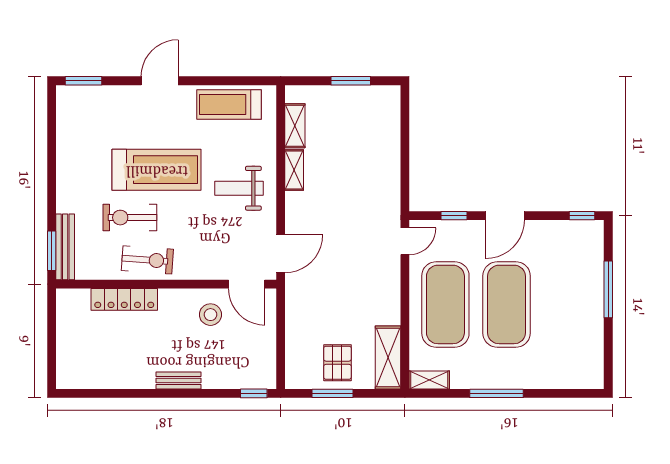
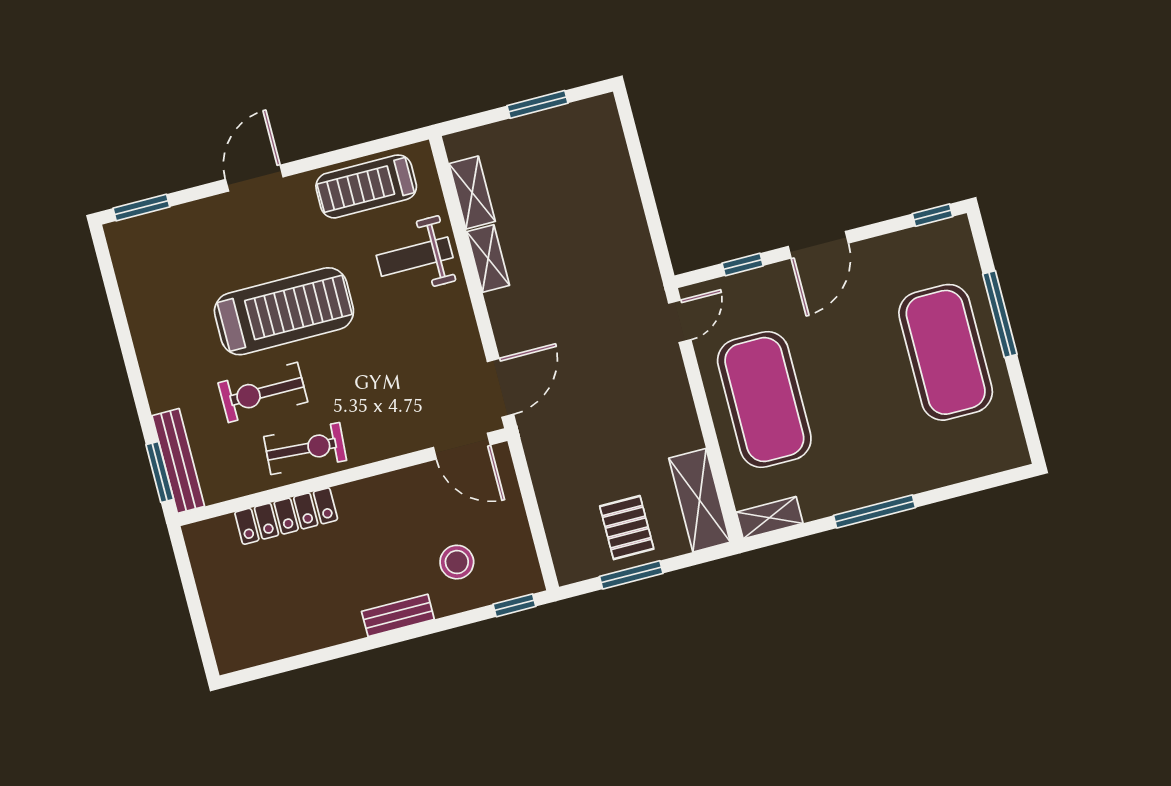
weight bench: (239, 188) -> (415, 257), moved
exercise mat: (507, 304) -> (946, 352), moved
stool: (210, 315) -> (457, 562), moved

